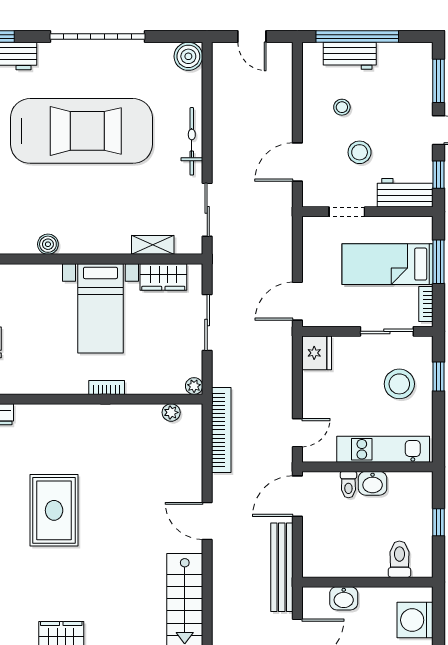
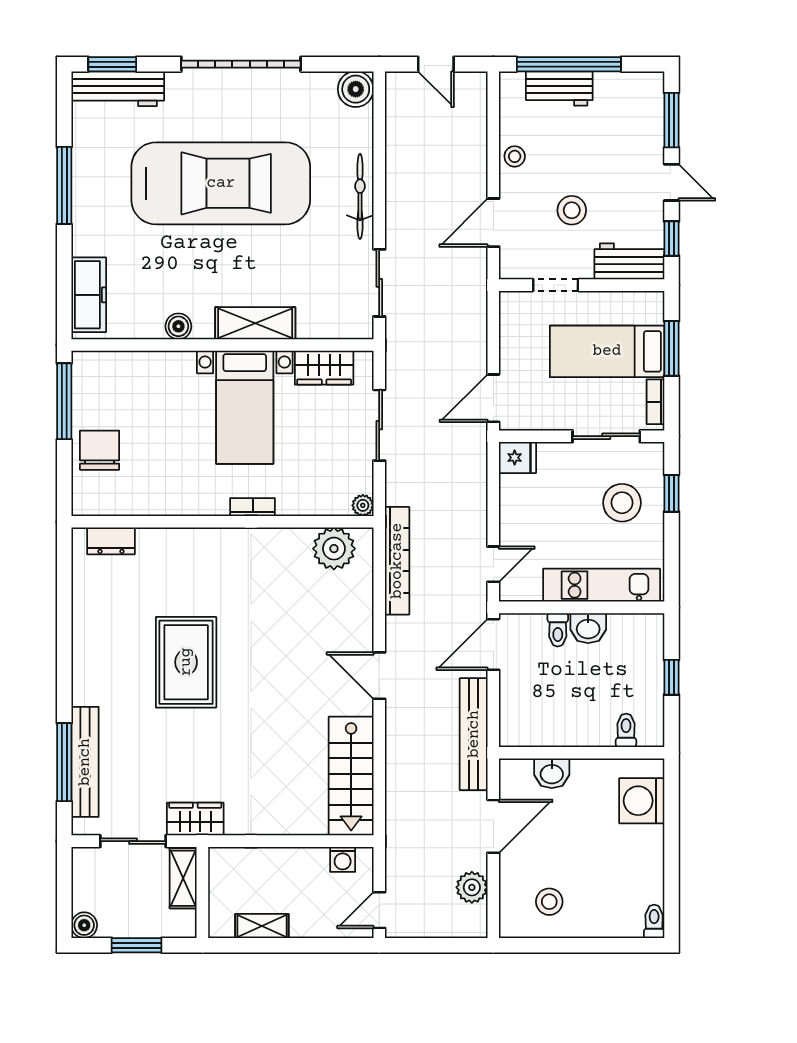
stool: (342, 107) -> (515, 156), moved
shelving: (153, 245) -> (255, 323), moved, width x1.50, depth x1.33
fridge: (317, 353) -> (518, 458), width x0.72
plant: (171, 412) -> (334, 549), width x1.88, depth x1.88
toilet: (399, 559) -> (626, 730), width x0.73, depth x0.72

